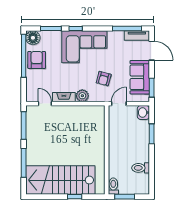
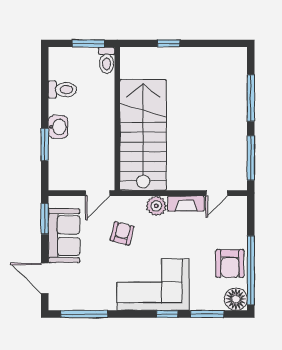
tv unit: (137, 36) -> (69, 303), removed
door: (45, 104) -> (217, 193), hinge flipped
washbasin: (143, 112) -> (58, 127), moved
stairs: (60, 180) -> (143, 135), moved, turned -90

